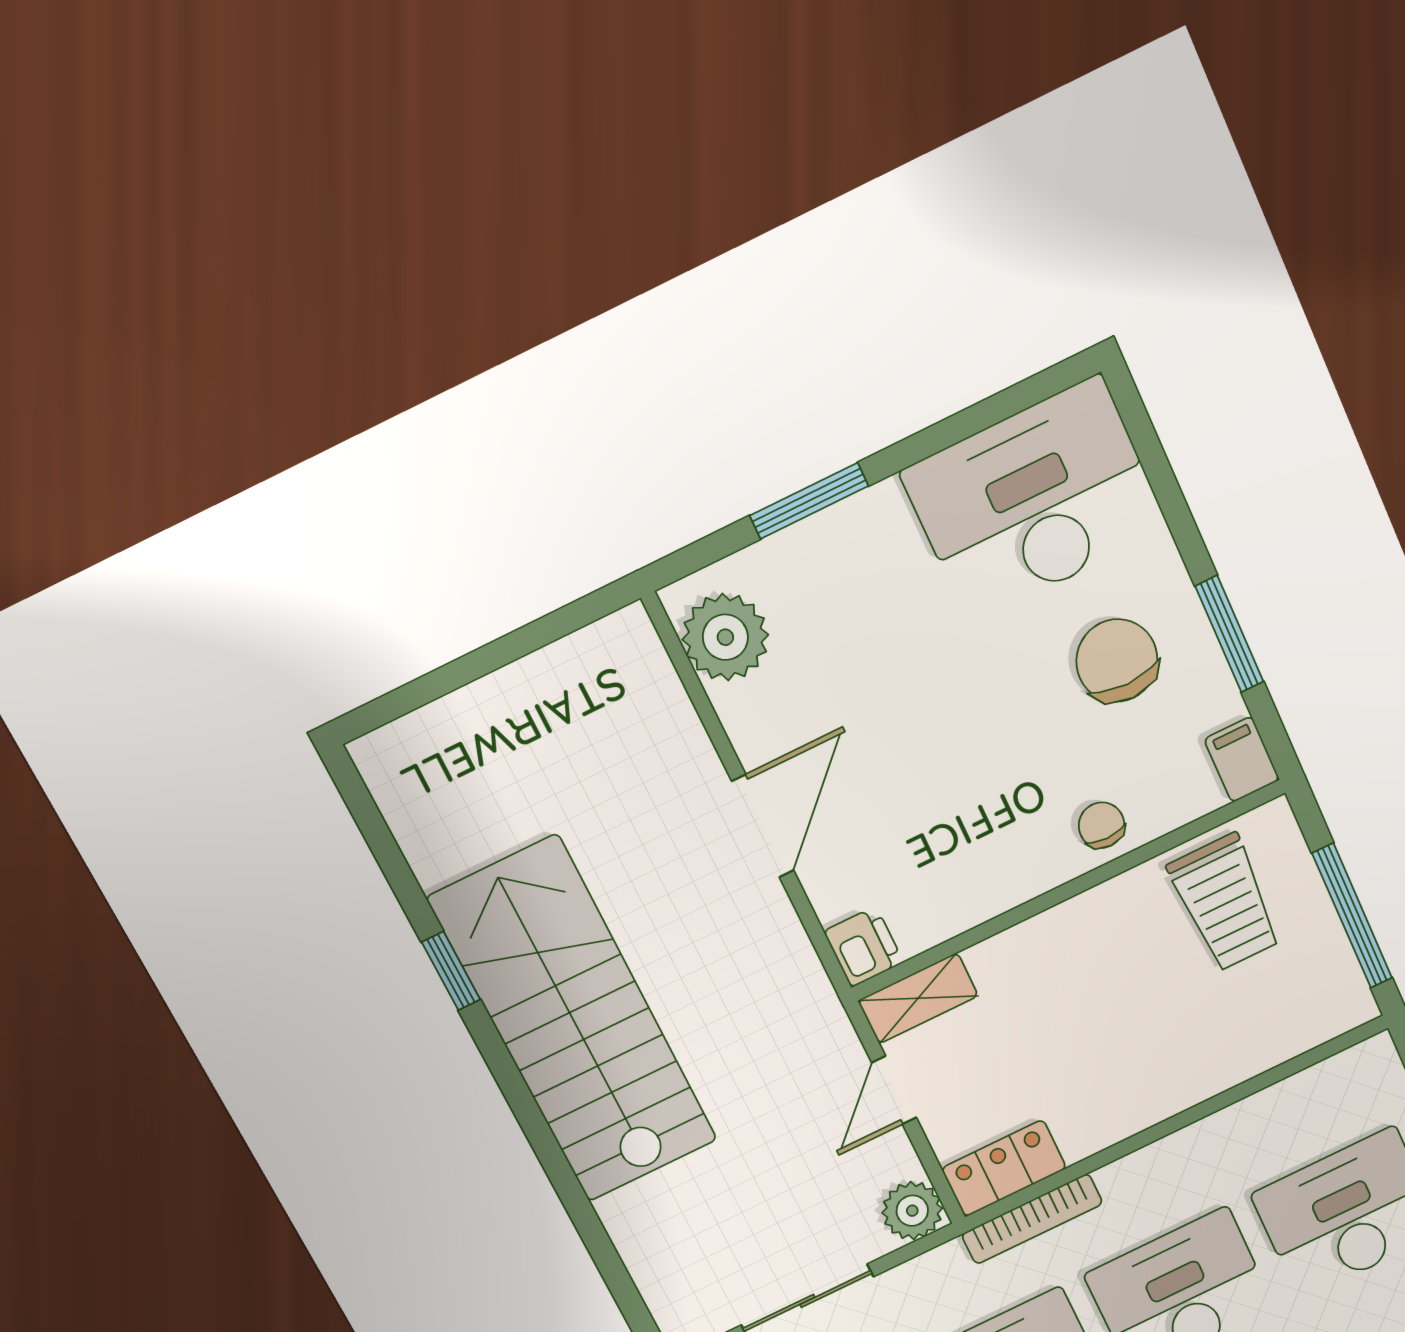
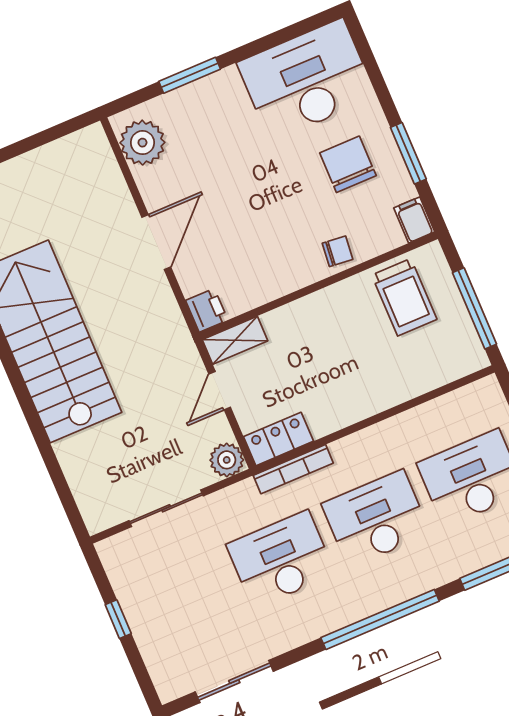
chair: (1101, 825) -> (338, 251), turned 96

